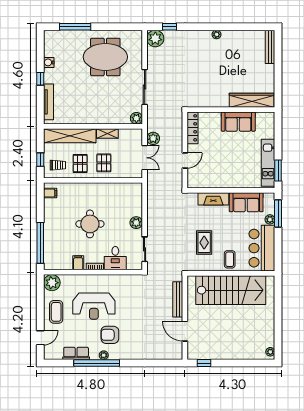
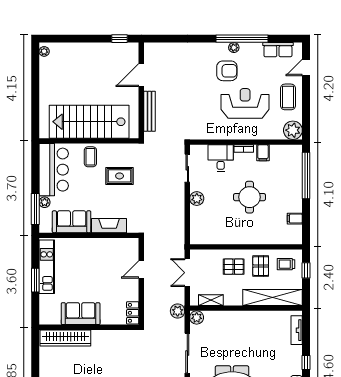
tv unit: (49, 102) -> (297, 330), width x0.71
locker: (192, 128) -> (133, 313), width x0.66
shelving: (107, 134) -> (211, 300), moved
plant: (153, 138) -> (178, 311), moved
pallet: (104, 163) -> (234, 267), turned 90
window: (278, 170) -> (35, 280), moved
filing cabinet: (50, 193) -> (295, 219), moved
rug: (204, 243) -> (120, 176), turned 90
door: (185, 331) -> (141, 75), swing flipped
row of seats: (76, 353) -> (278, 50), moved

